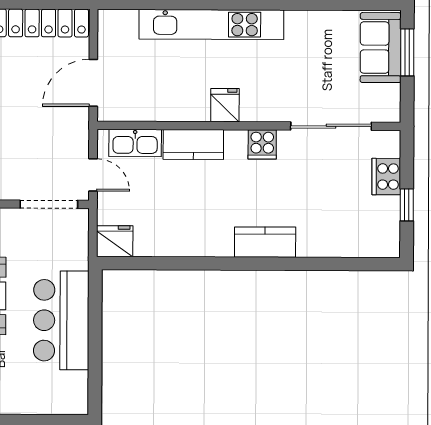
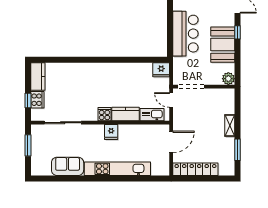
sofa: (381, 48) -> (68, 166), moved, turned -90
window: (407, 52) -> (28, 145), moved
cooker: (262, 144) -> (104, 114), moved
window: (407, 205) -> (28, 101), moved
kitchen counter: (265, 242) -> (38, 77), moved, turned -90

